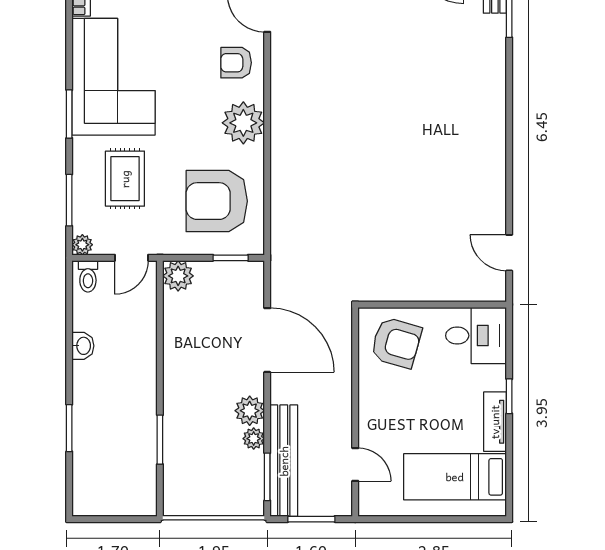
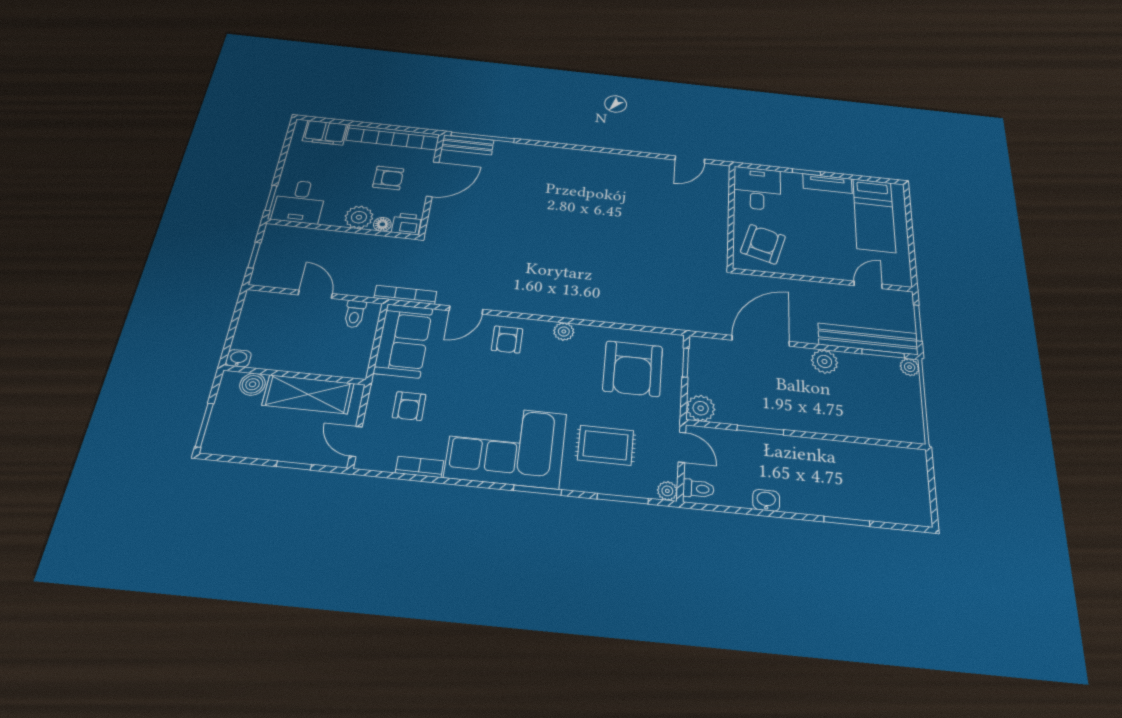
plant: (243, 123) -> (564, 331), width x0.53, depth x0.53
plant: (254, 439) -> (910, 367), moved
window: (160, 440) -> (760, 430), moved

